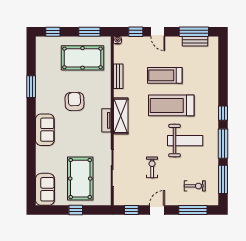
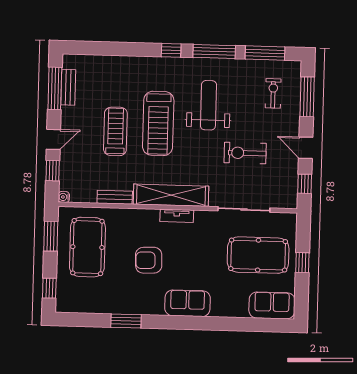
treadmill: (165, 75) -> (115, 131), turned 180
shelving: (121, 116) -> (171, 195), width x1.47
exercise bike: (152, 167) -> (245, 153), width x1.38, depth x1.39

